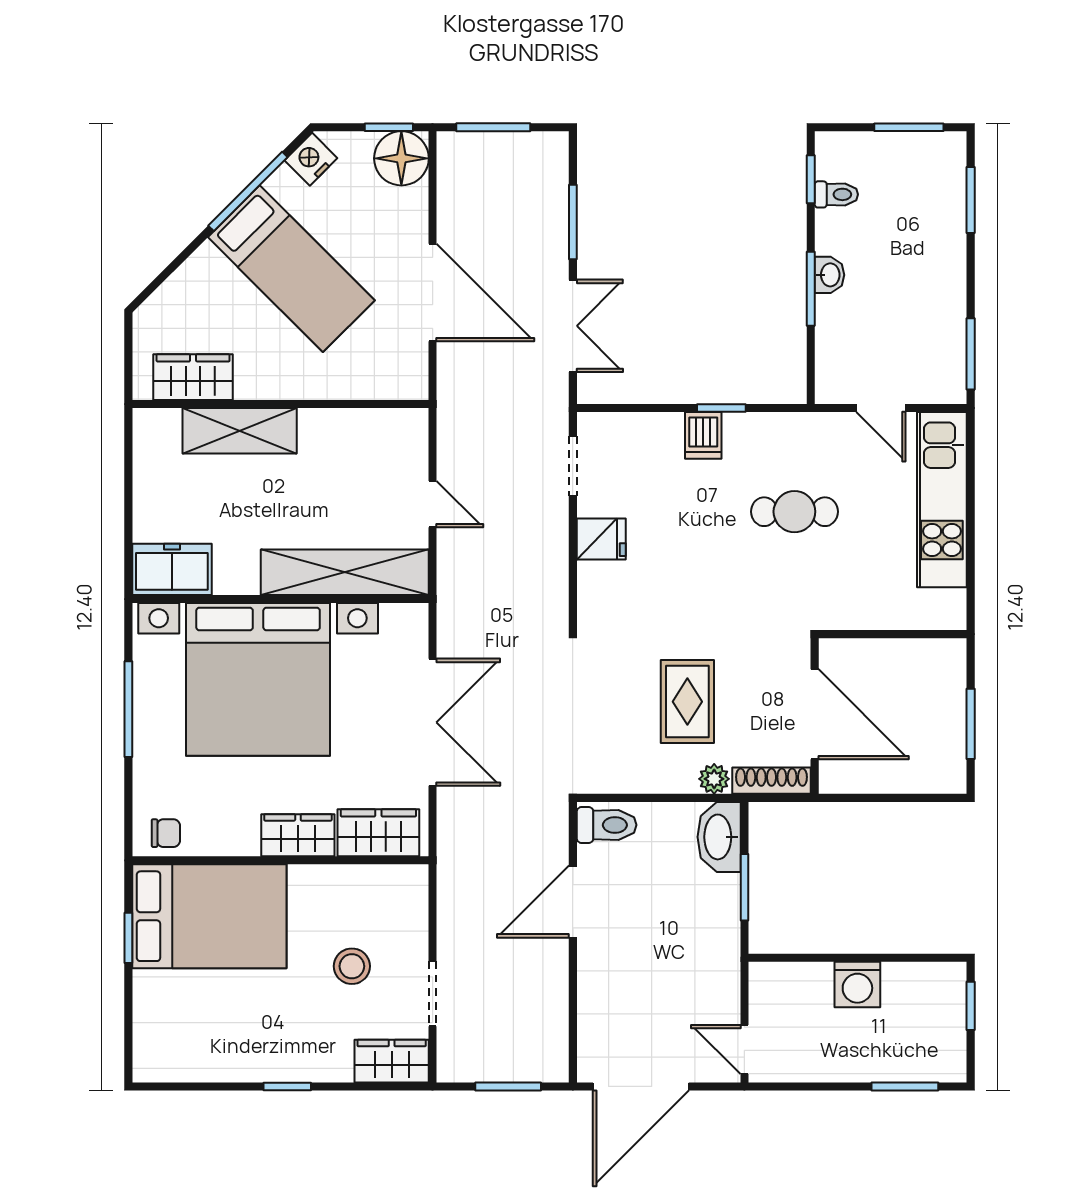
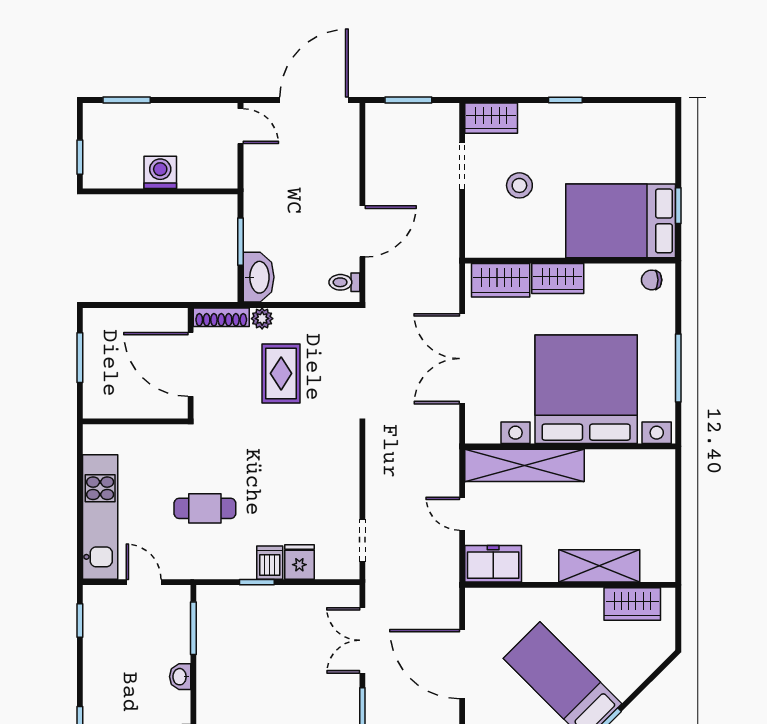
window: (811, 289) -> (193, 628), moved
window: (971, 354) -> (80, 621), width x0.67
fridge: (601, 539) -> (299, 562), moved, turned 90
freezer: (172, 569) -> (493, 564), moved, turned 180
toilet: (607, 825) -> (344, 282), width x0.73, depth x0.72

